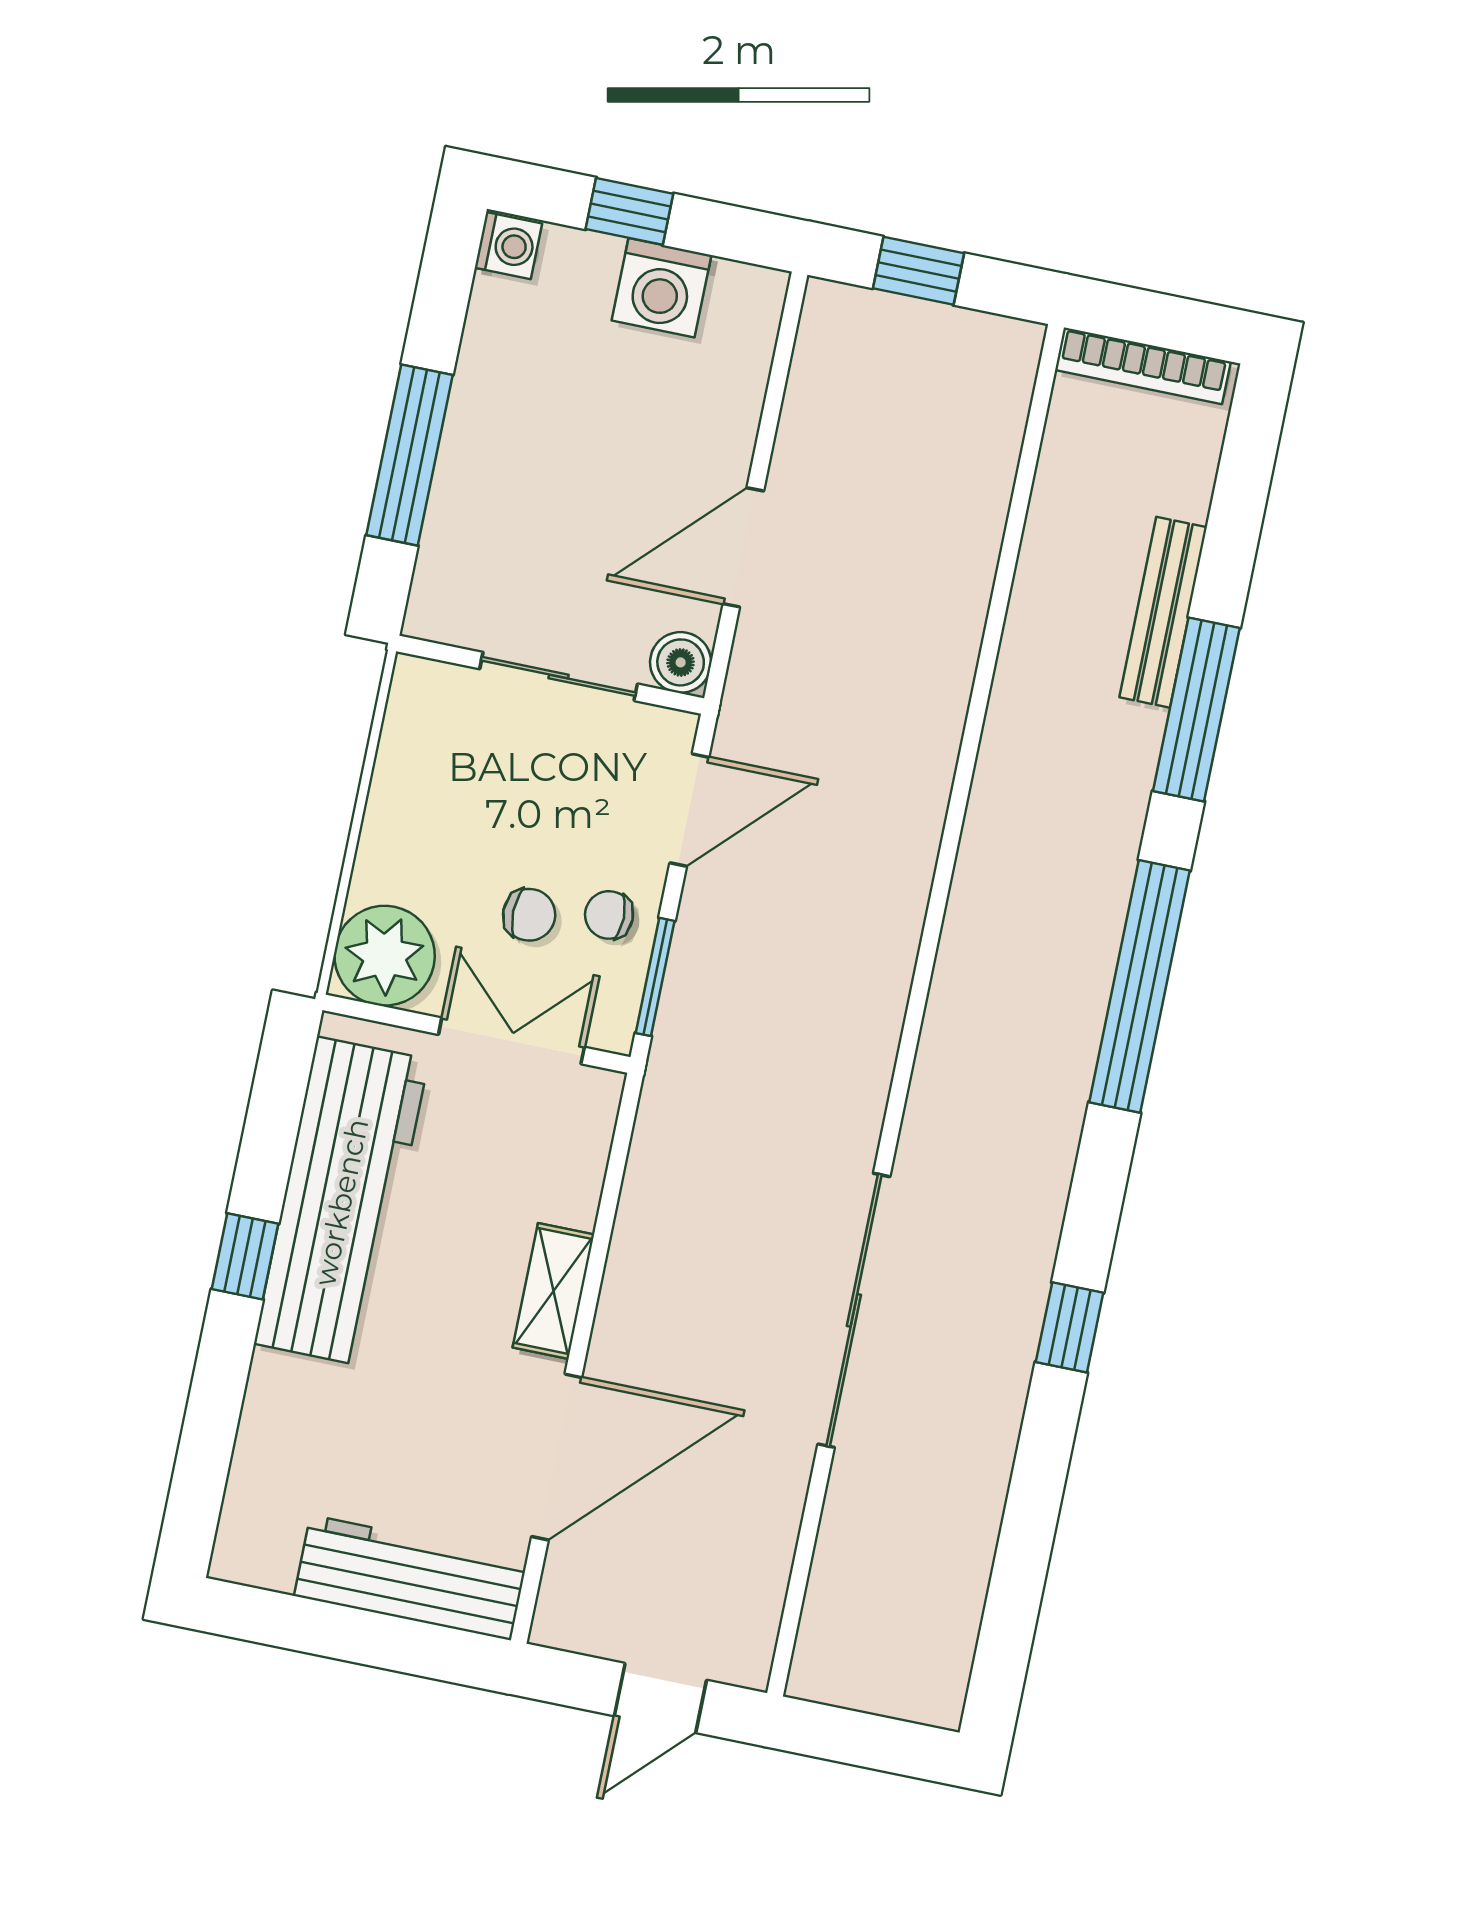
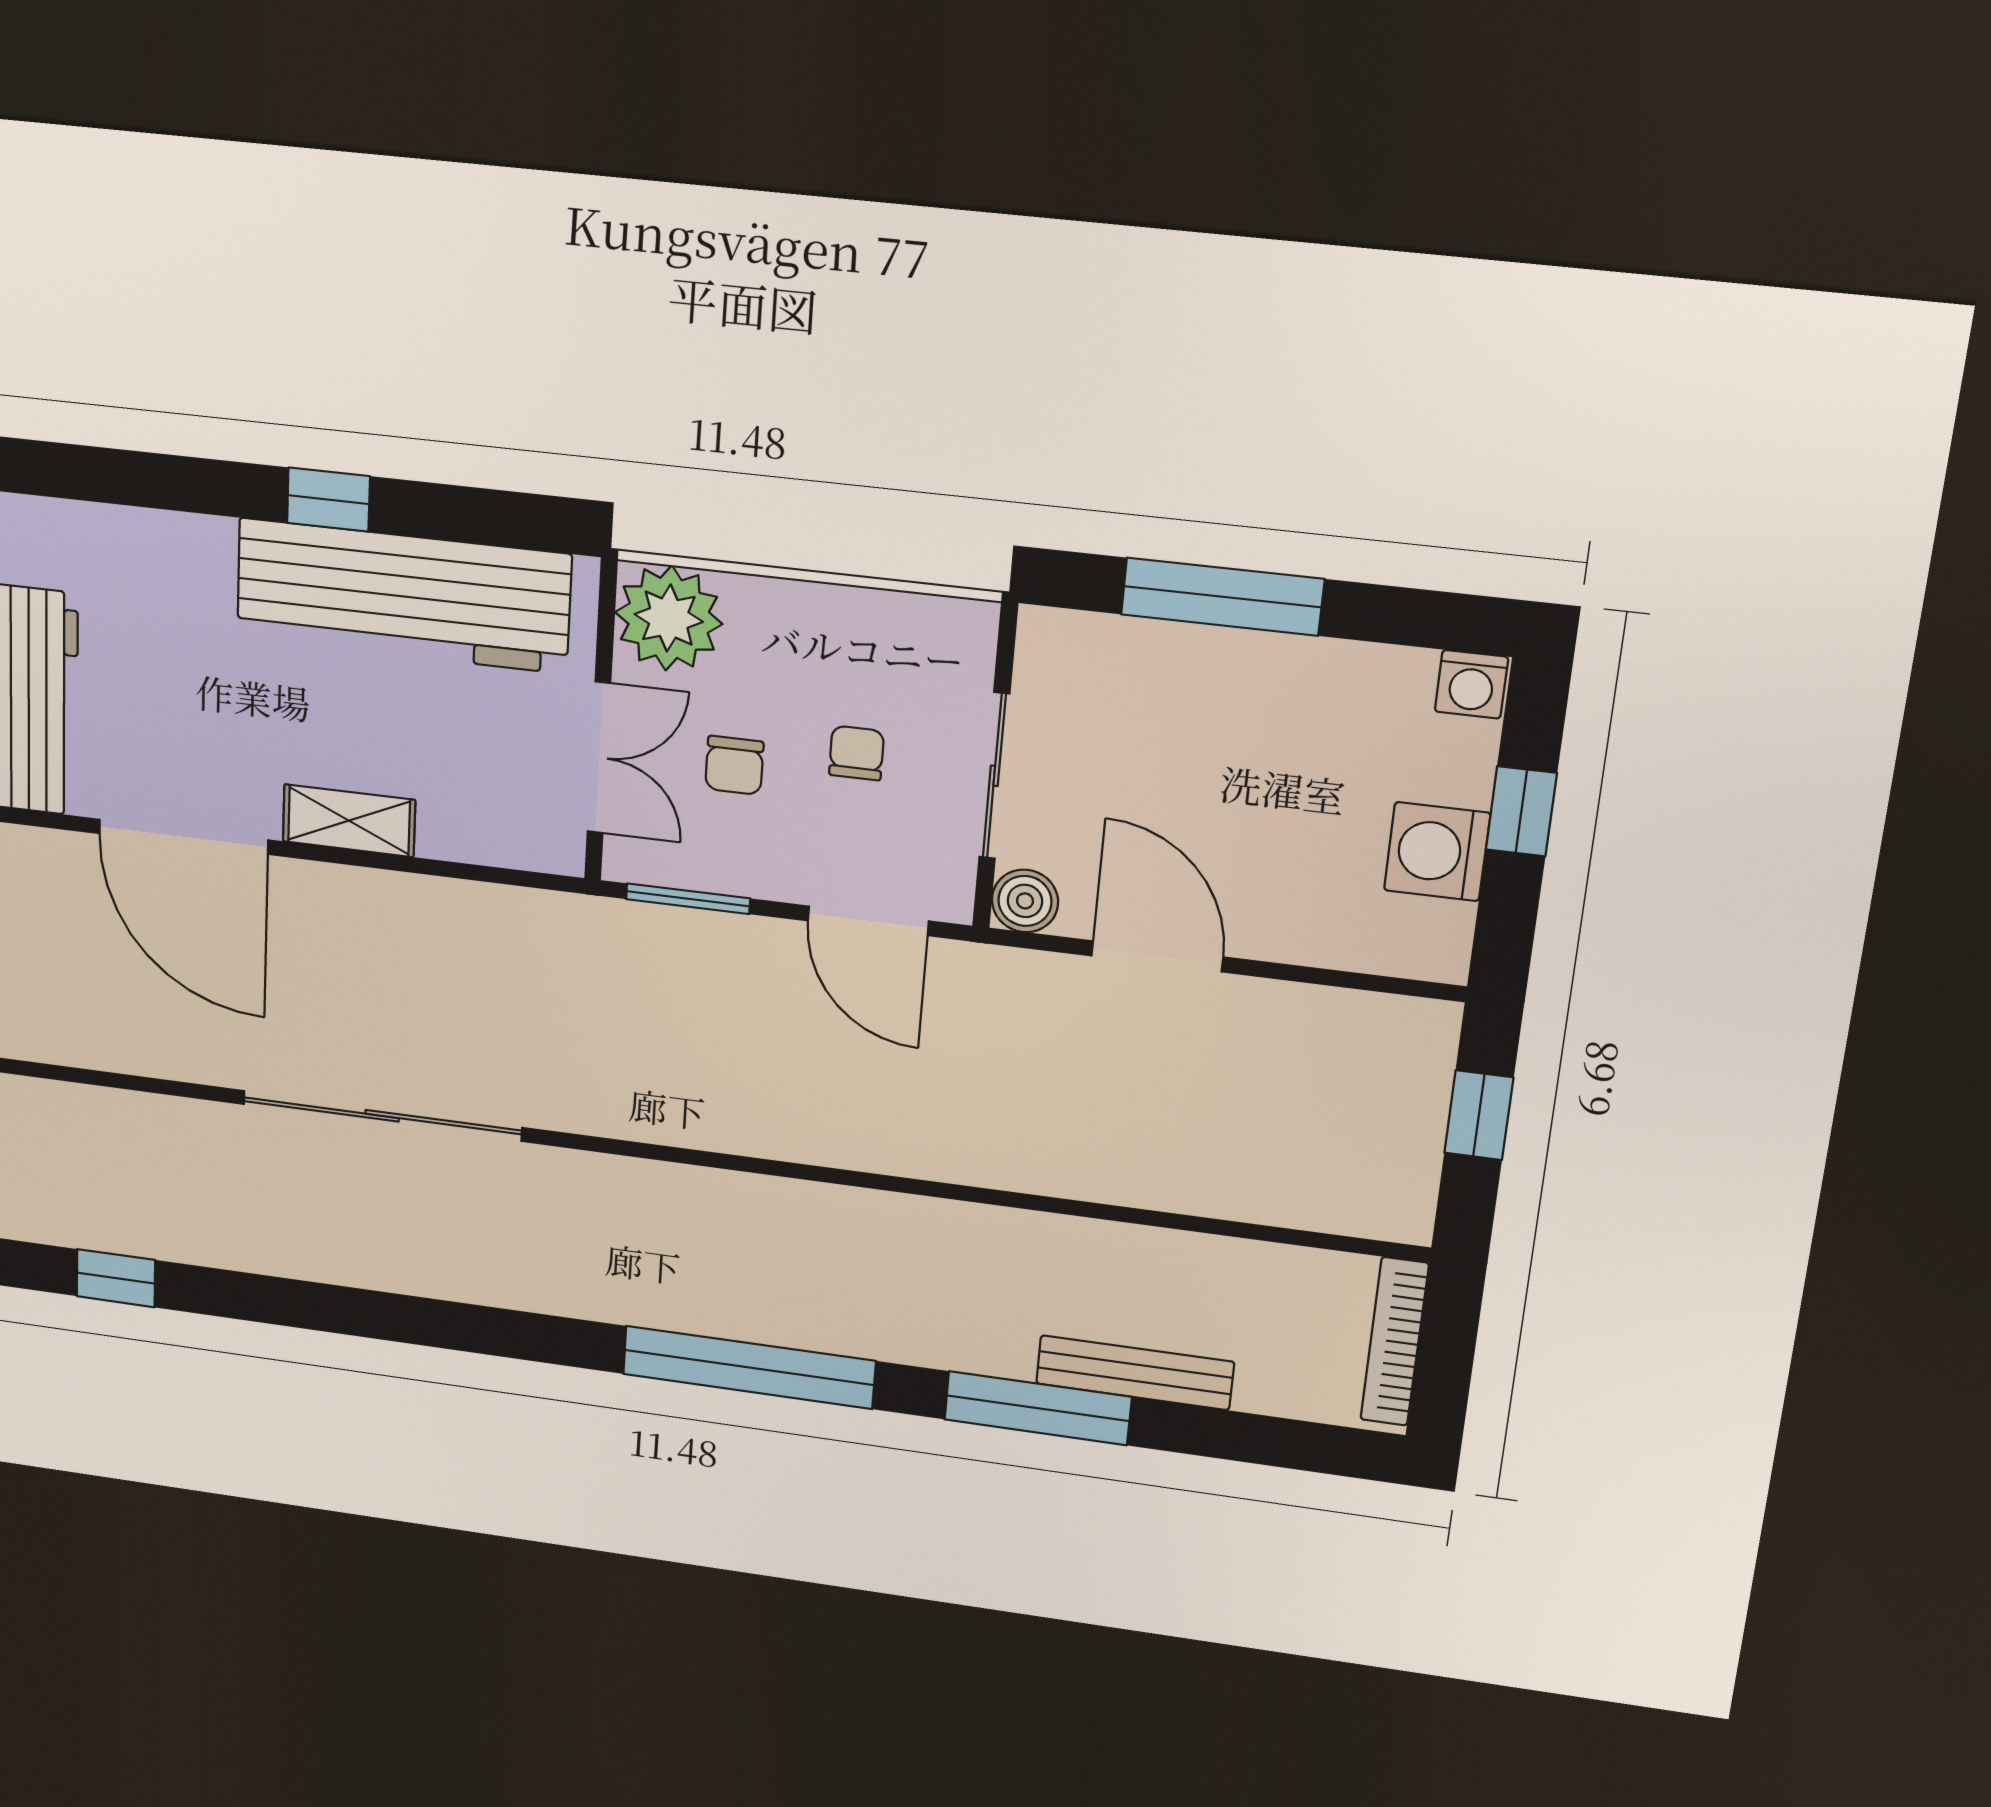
chair: (609, 915) -> (857, 753), moved
window: (1070, 1327) -> (116, 1278), moved

